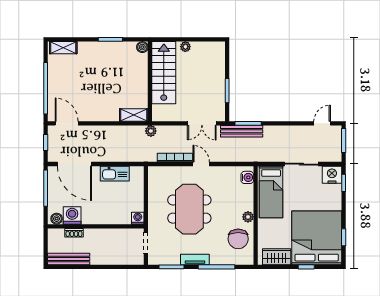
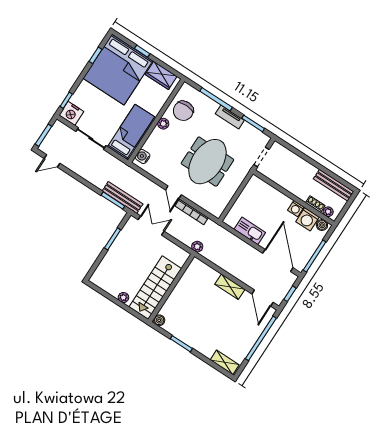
shelving: (134, 115) -> (230, 287), moved
washing machine: (138, 218) -> (296, 209), moved
plant: (59, 233) -> (328, 212), added
chair: (238, 239) -> (183, 111), turned 180

